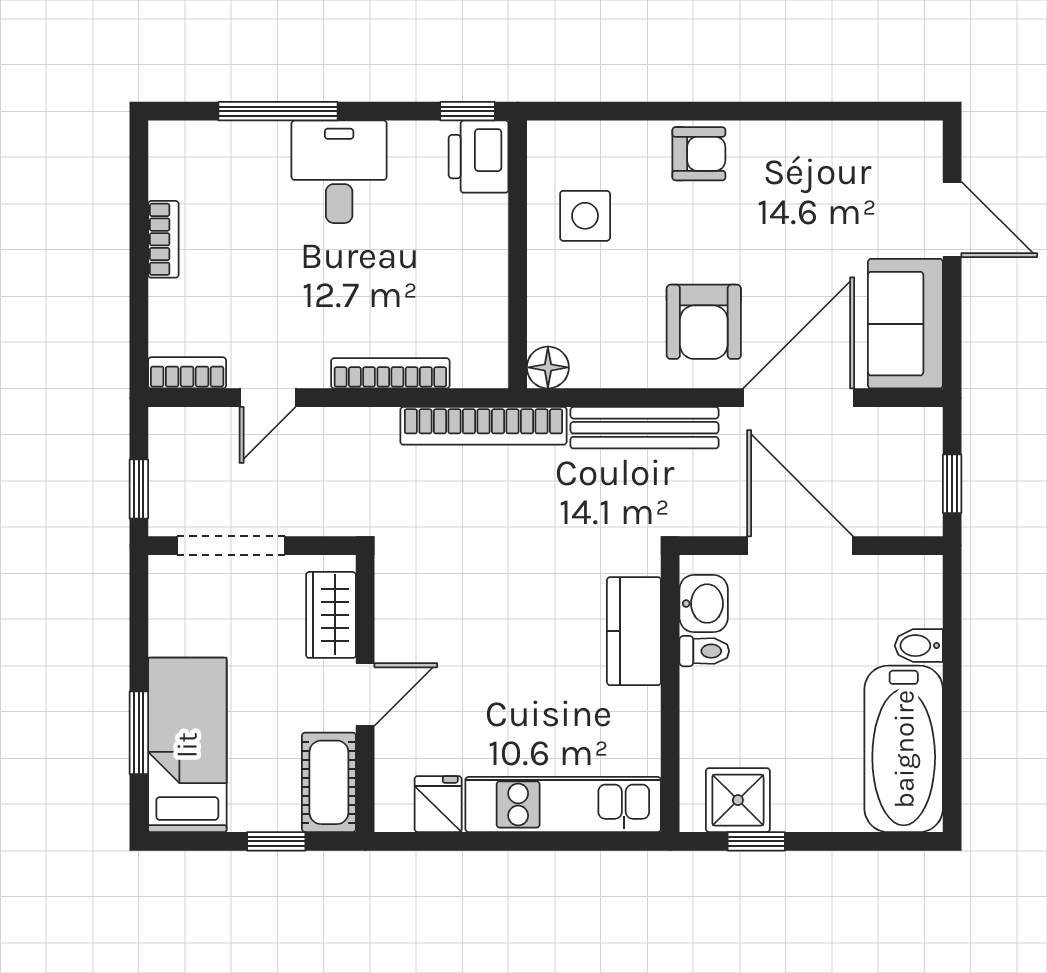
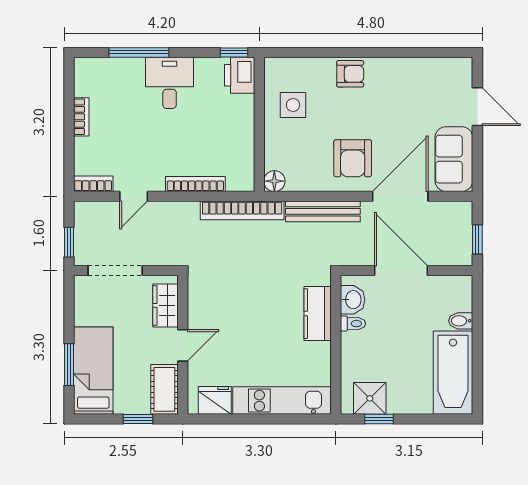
fridge: (438, 804) -> (215, 400), width x1.38

